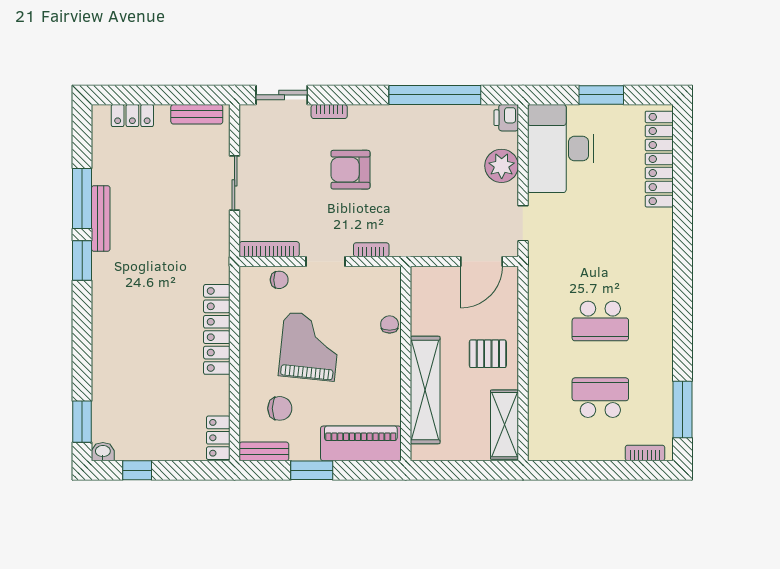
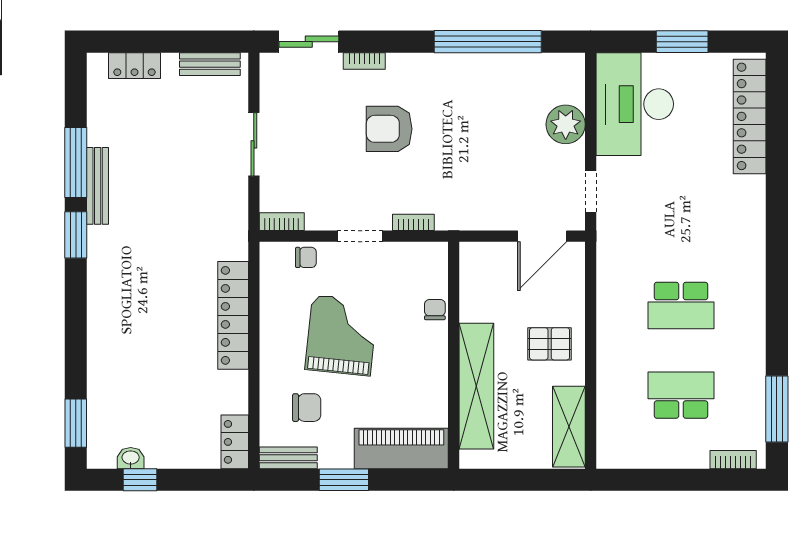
printer: (506, 118) -> (571, 68), removed
bookcase: (269, 249) -> (282, 222), width x0.64
washbasin: (103, 452) -> (131, 458), moved

